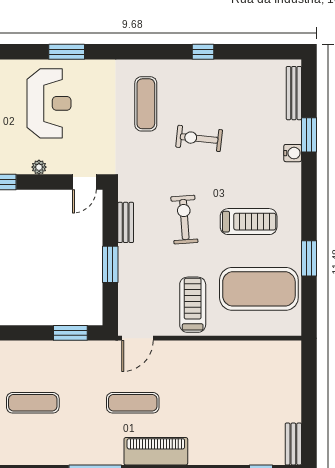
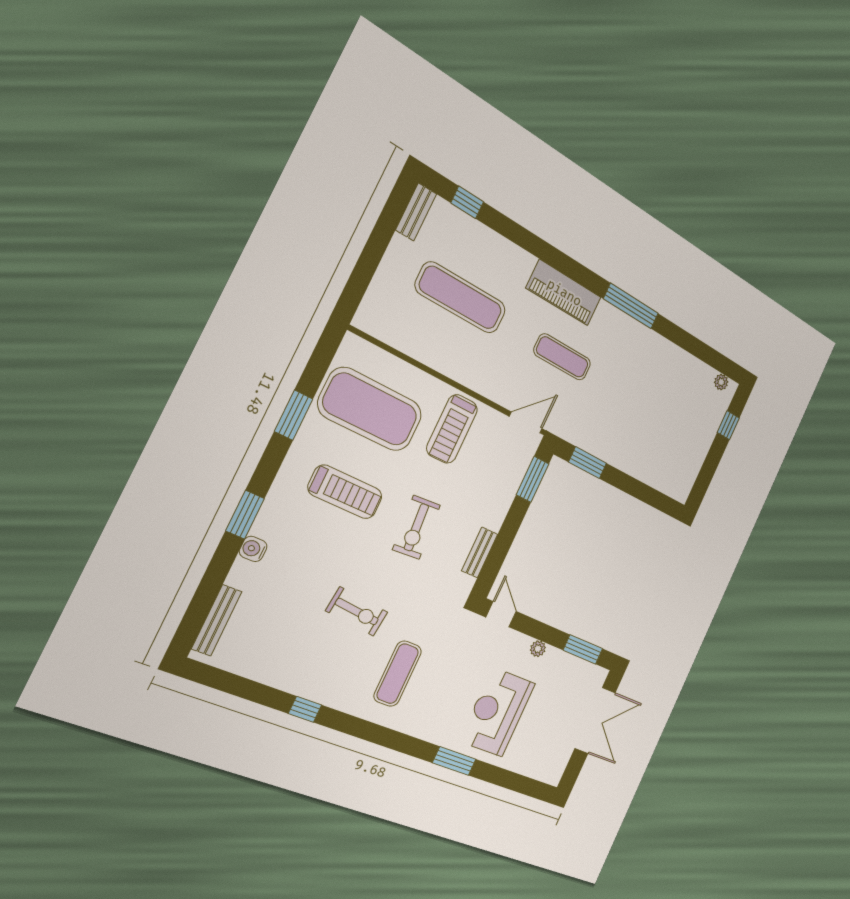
window: (309, 135) -> (245, 515), moved
door: (84, 182) -> (501, 614), hinge flipped
treadmill: (249, 222) -> (345, 492), turned 180
window: (110, 264) -> (533, 479), moved
exercise mat: (33, 403) -> (461, 298), moved, width x1.36, depth x1.45

